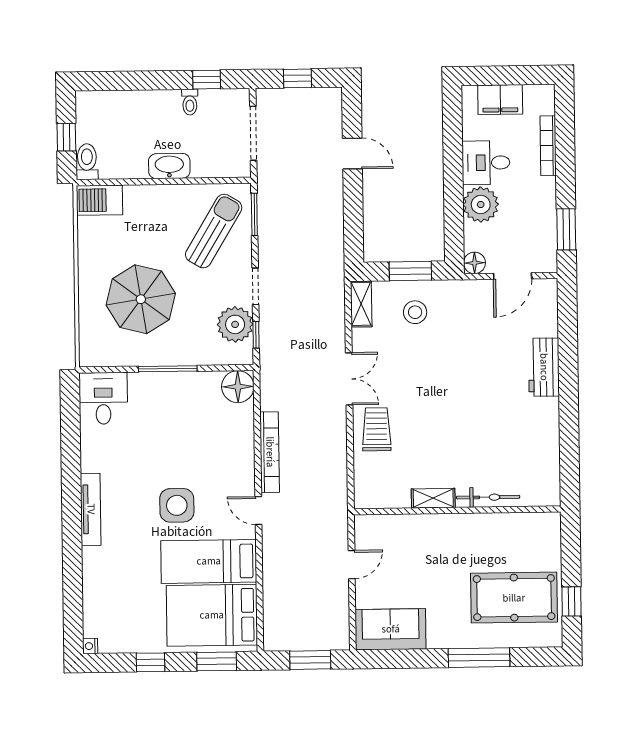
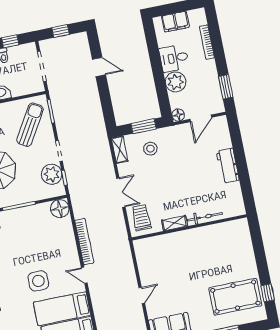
bicycle: (488, 497) -> (205, 217), moved
shelving: (433, 498) -> (175, 223), moved
wall: (457, 510) -> (189, 227), moved

